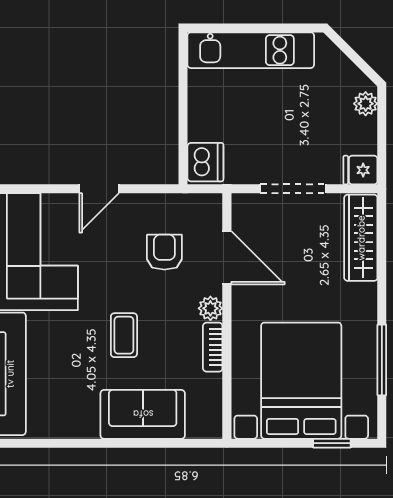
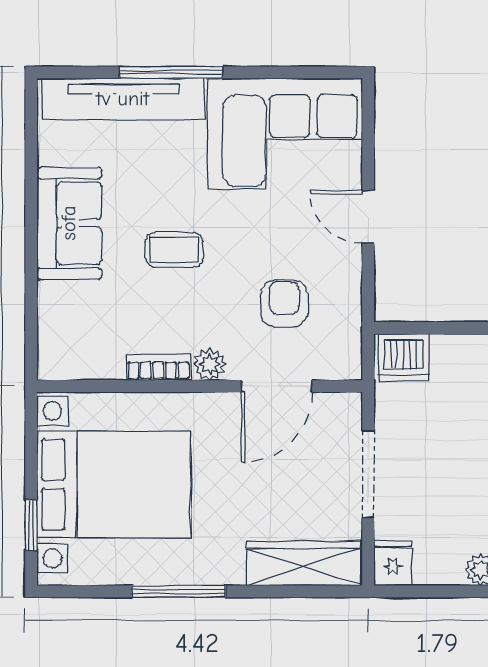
armchair: (164, 252) -> (284, 303), turned -90
window: (382, 360) -> (178, 591), moved
sofa: (143, 414) -> (69, 223), moved

